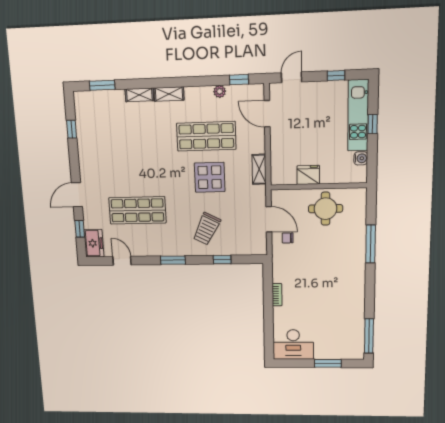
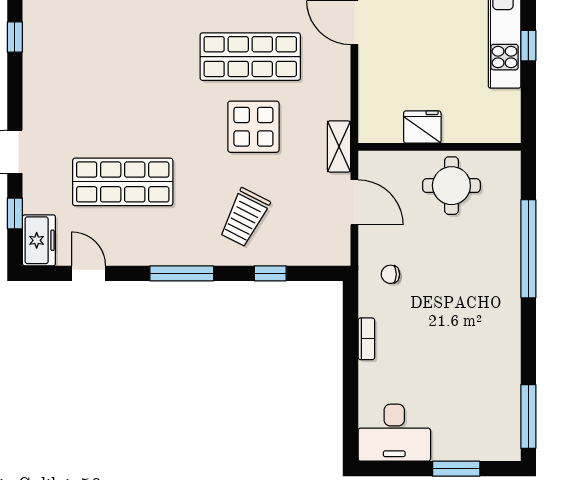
water cooler: (361, 158) -> (510, 101), removed
shelving: (259, 169) -> (339, 146), moved
chair: (288, 238) -> (390, 274), moved
window: (371, 244) -> (528, 249), width x1.46
window: (173, 260) -> (182, 273), width x1.44

